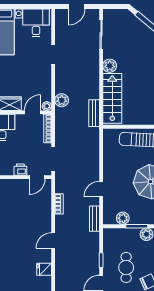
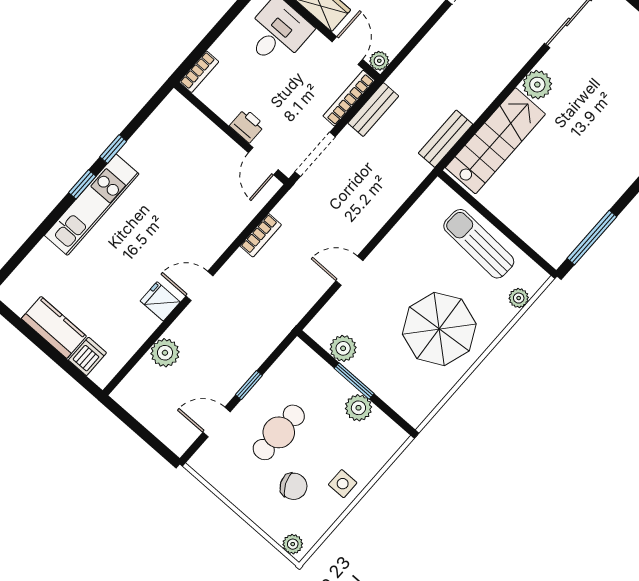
plant: (62, 100) -> (165, 353), moved
door: (33, 112) -> (347, 51), hinge flipped
door: (37, 177) -> (263, 161), hinge flipped
bench: (94, 219) -> (373, 110), moved
fridge: (44, 269) -> (160, 301), moved

